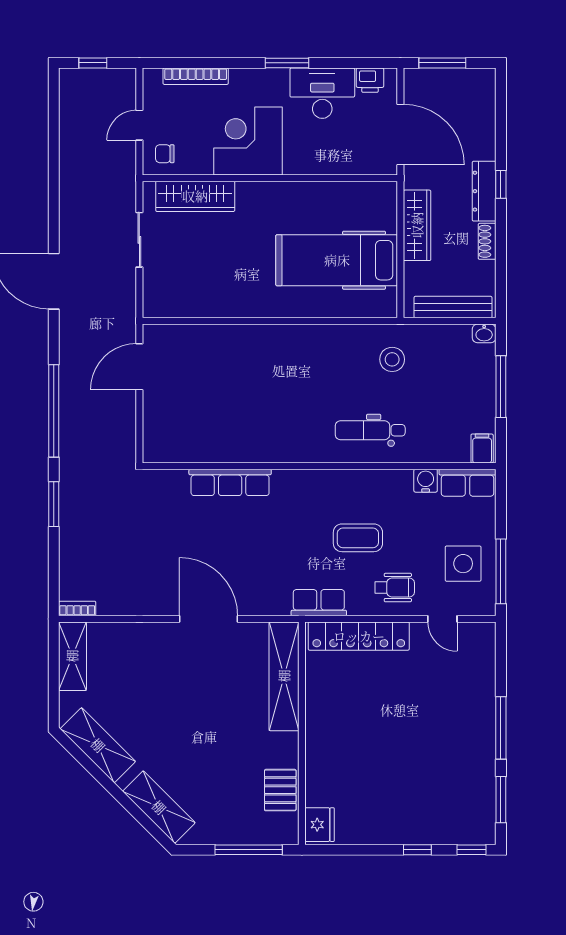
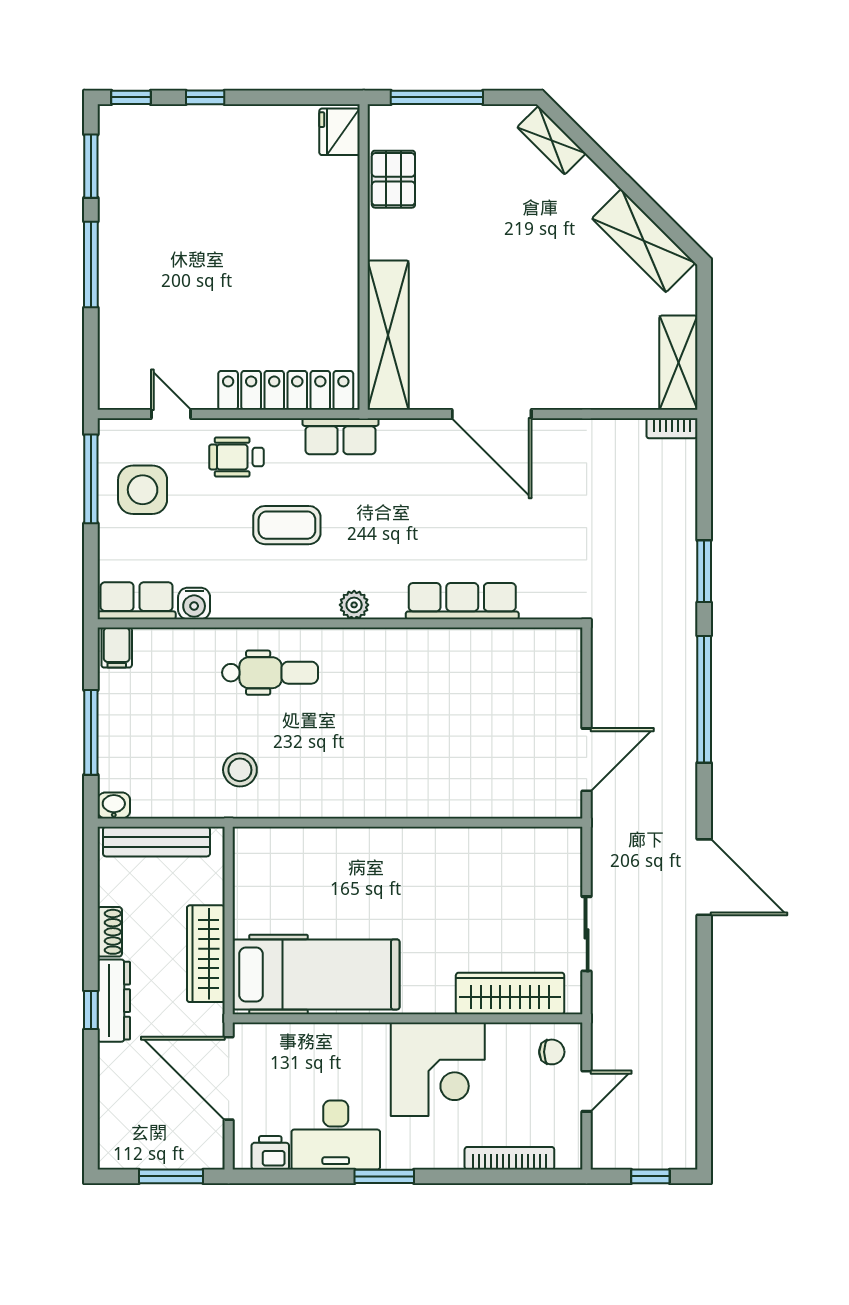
hospital bed: (337, 260) -> (316, 974), moved
plant: (309, 480) -> (354, 605), added
shelving: (159, 807) -> (552, 140), width x0.67, depth x0.75

